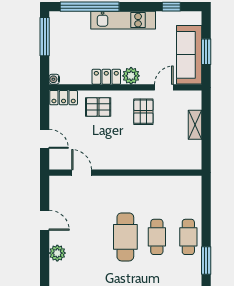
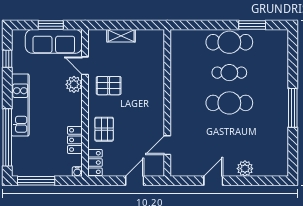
plant: (131, 76) -> (74, 84), moved
locker: (106, 77) -> (75, 140), moved
cafe table: (188, 237) -> (229, 42), width x1.37, depth x1.35

